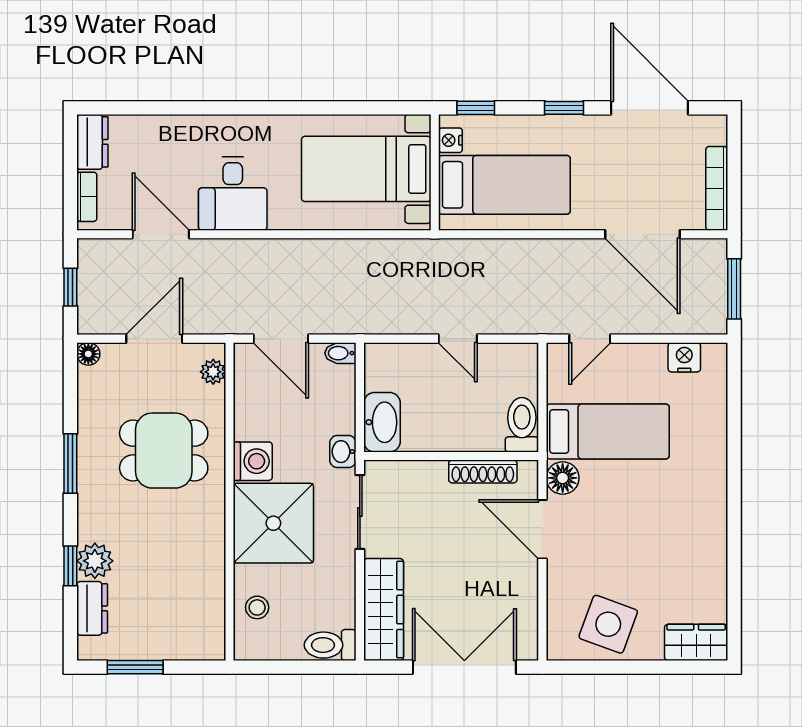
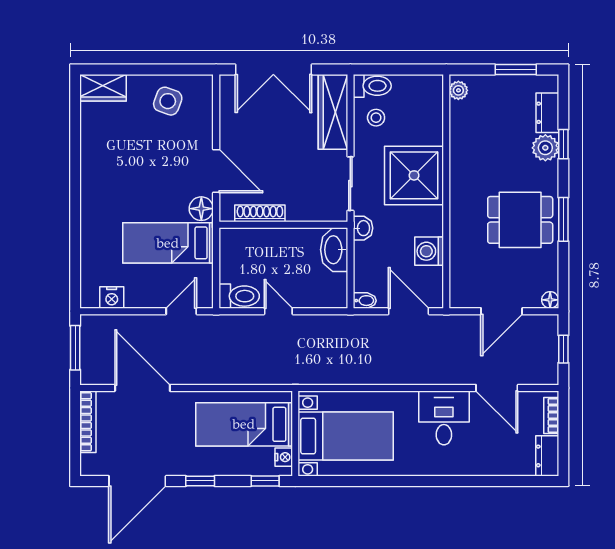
door: (650, 108) -> (137, 481), hinge flipped
plant: (213, 372) -> (458, 90), moved
toilet: (522, 425) -> (239, 296), moved, turned -90
dining table: (164, 451) -> (520, 220), moved
washing machine: (253, 461) -> (429, 251), moved
stool: (257, 607) -> (376, 118), moved
side table: (608, 624) -> (168, 101), width x0.73, depth x0.73

